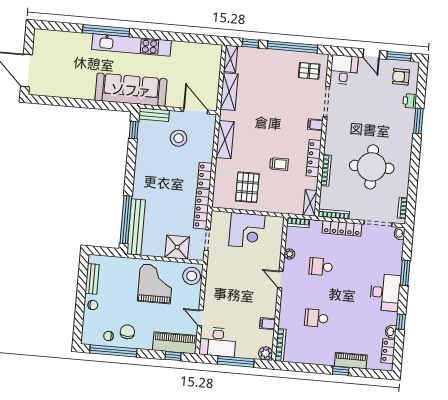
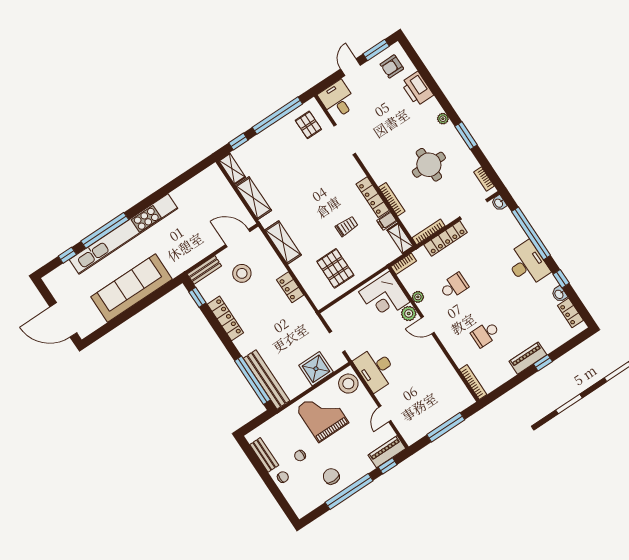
window: (66, 27) -> (67, 255), added
kitchen unit: (131, 45) -> (123, 234), width x1.36
door: (371, 54) -> (350, 67), swing flipped
pallet: (309, 71) -> (308, 125), turned 90
sofa: (131, 90) -> (132, 288), moved
printer: (410, 101) -> (417, 89), width x1.87, depth x1.48
window: (418, 121) -> (466, 136), moved
filing cabinet: (315, 125) -> (387, 221), moved
plant: (407, 142) -> (443, 119), added
round table: (372, 167) -> (429, 165), width x0.73, depth x0.73
locker: (202, 209) -> (225, 318), moved, turned 180
corner desk: (247, 230) -> (384, 297), moved, turned 90
school desk: (321, 267) -> (454, 286), turned 180
window: (405, 273) -> (531, 233), width x2.11
door: (200, 318) -> (385, 414), hinge flipped
filing cabinet: (267, 324) -> (447, 372), removed
chair: (108, 336) -> (300, 456), moved
desk: (218, 342) -> (376, 369), moved, turned 90
piano: (175, 343) -> (387, 452), width x0.73, depth x0.75
window: (113, 351) -> (349, 491), moved
plant: (266, 353) -> (409, 313), moved
piano: (351, 361) -> (528, 358), moved

